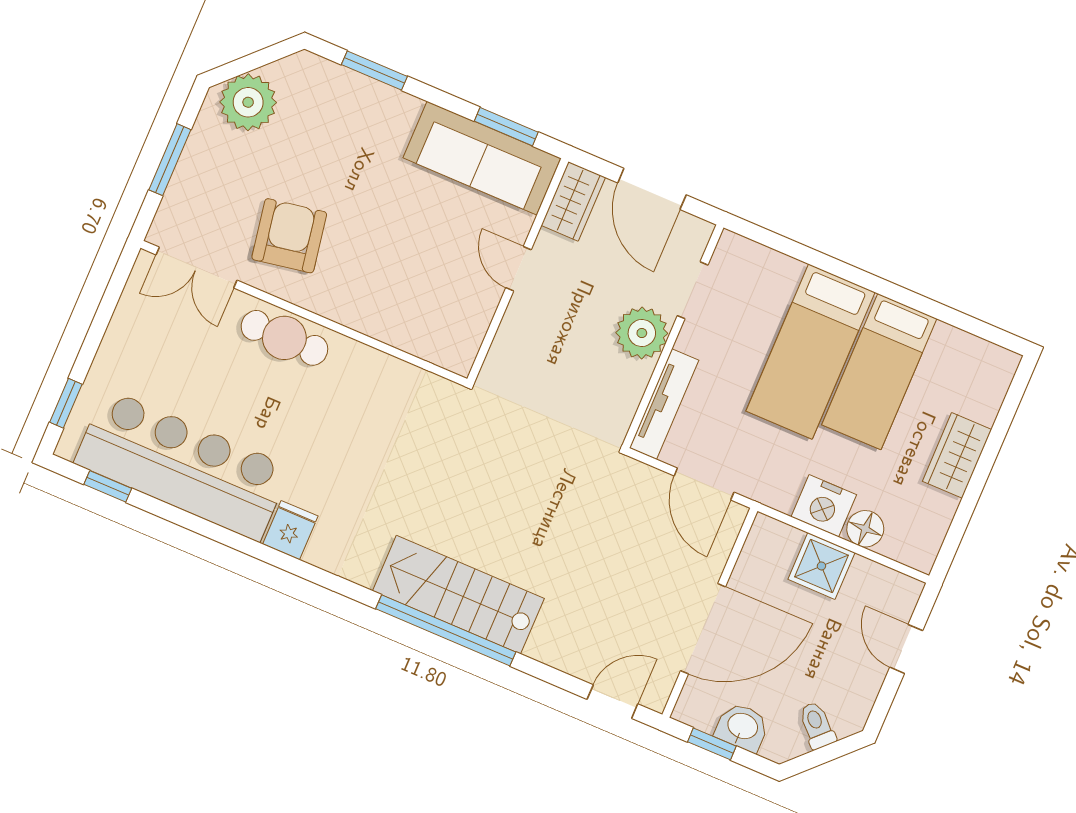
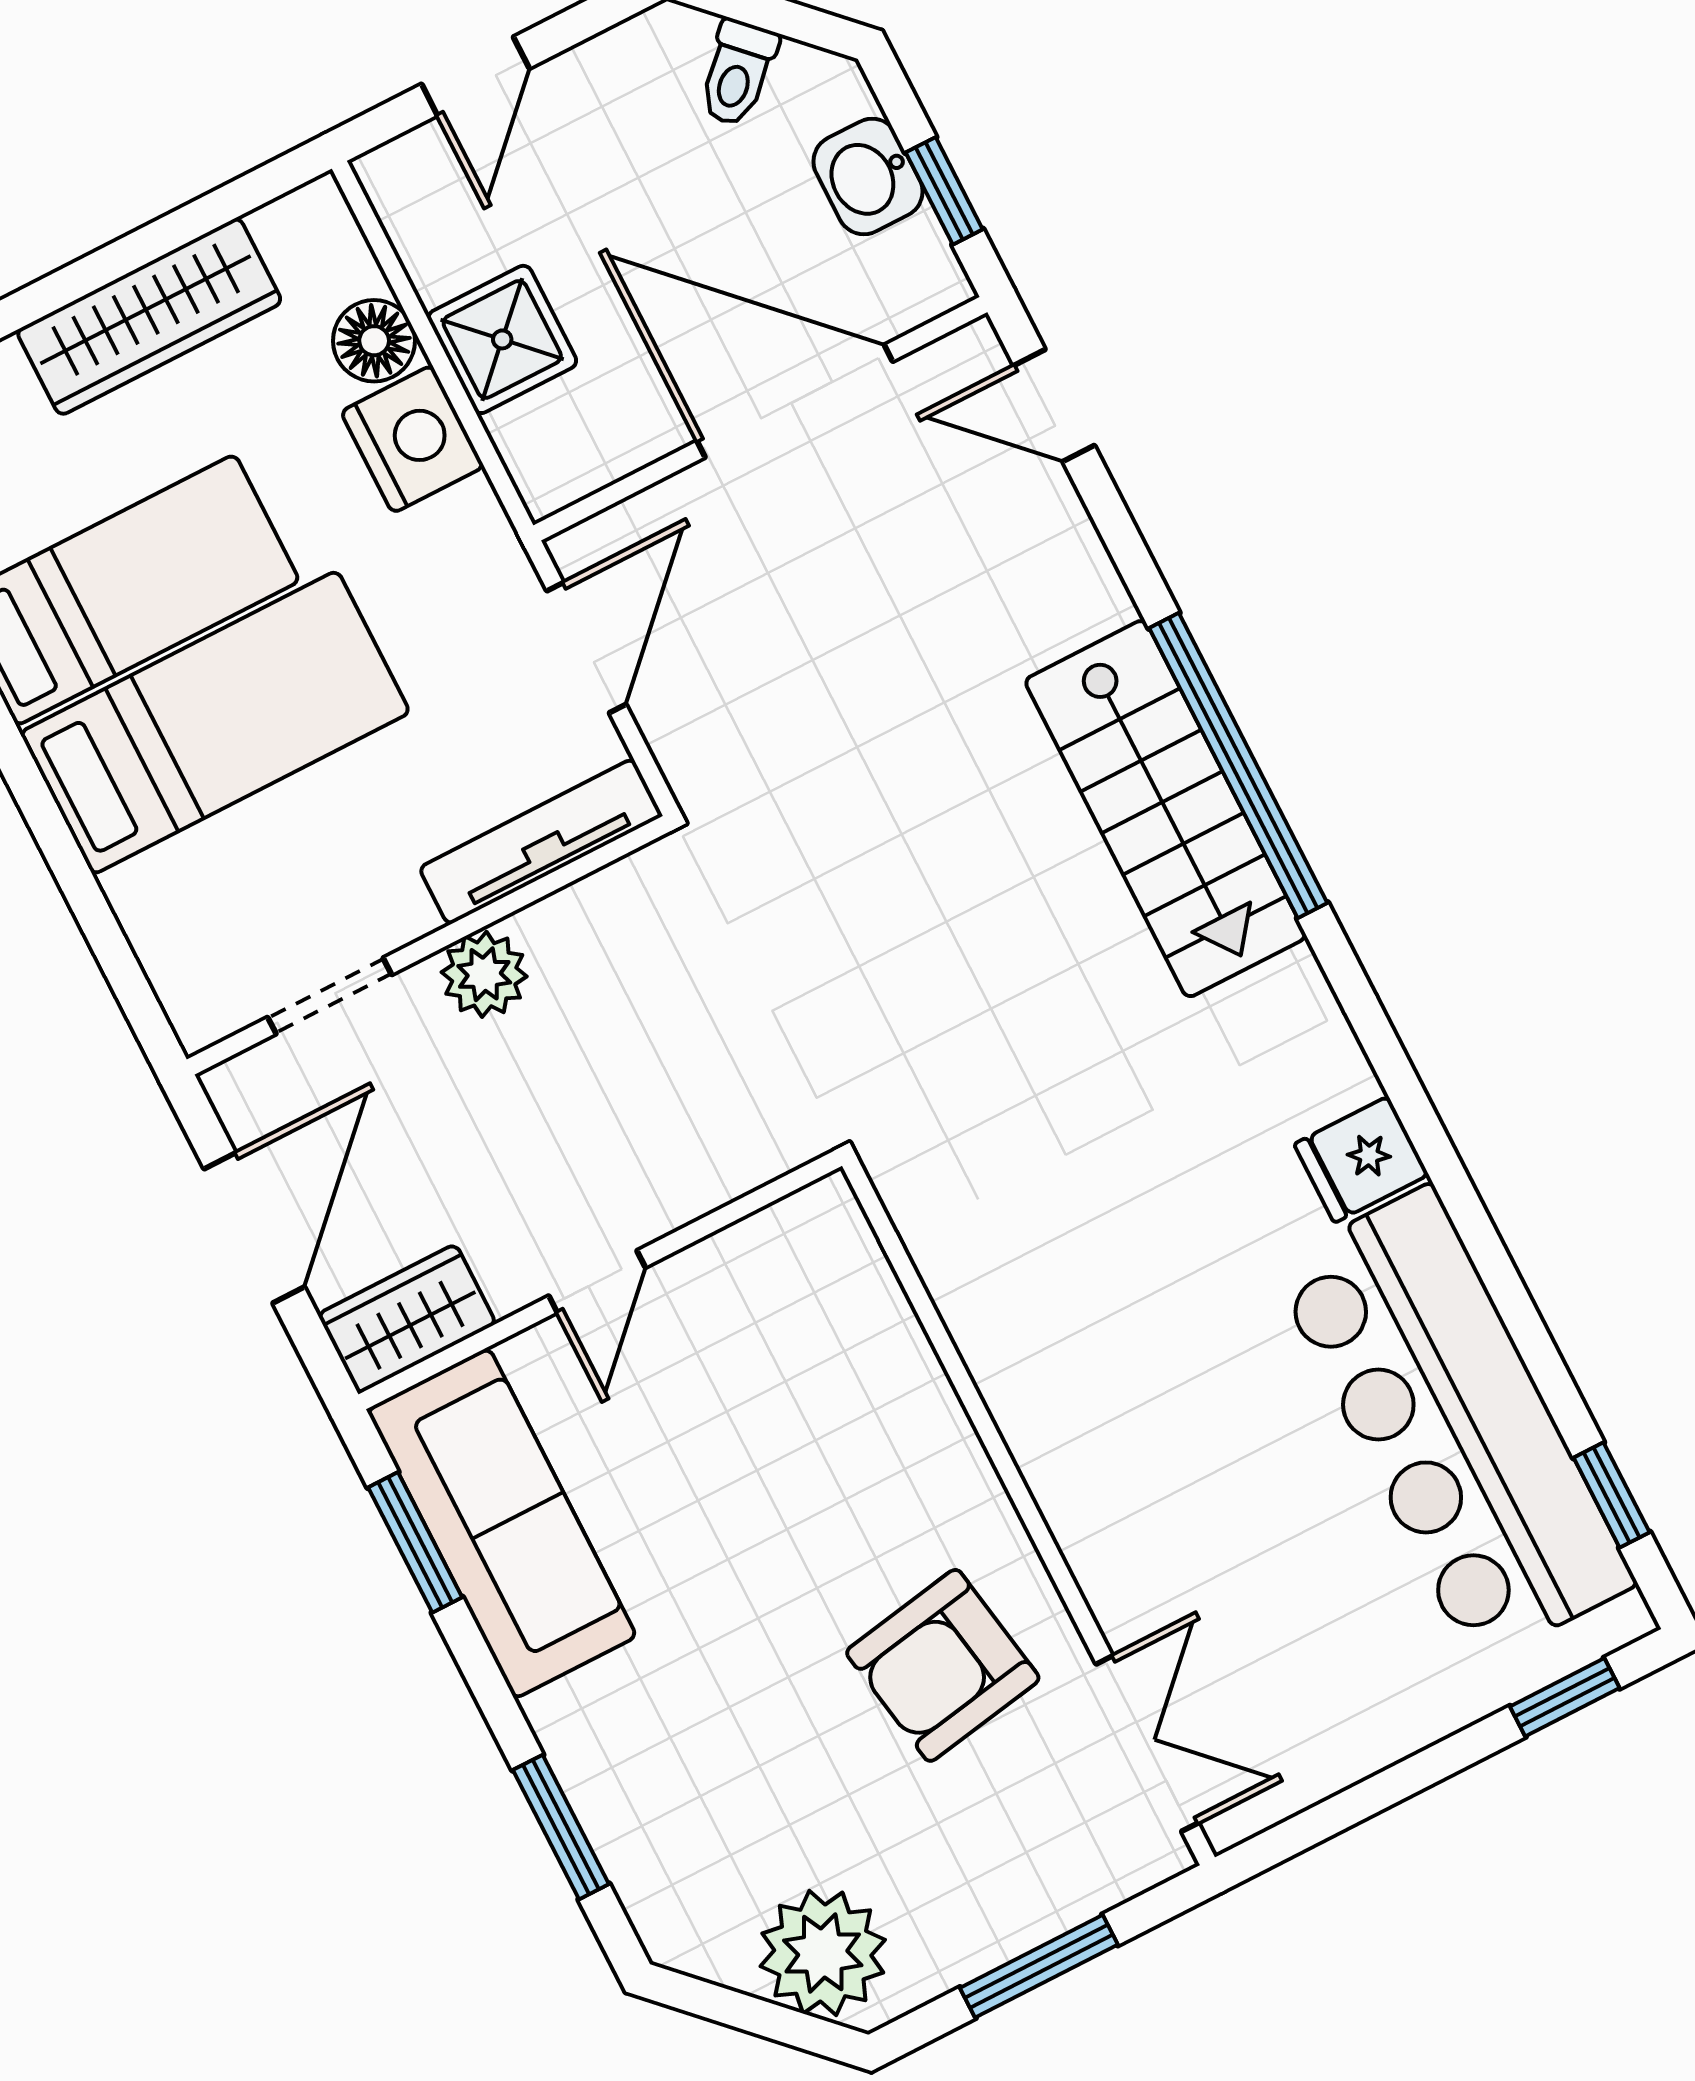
plant: (642, 333) -> (484, 974), width x0.73, depth x0.73
cafe table: (284, 338) -> (1097, 1497), removed
wardrobe: (957, 455) -> (149, 316), width x1.50

